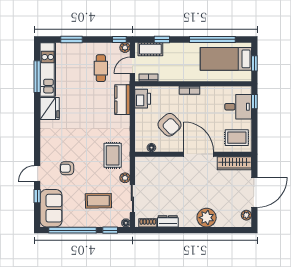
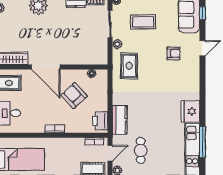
window: (37, 196) -> (202, 13), moved

